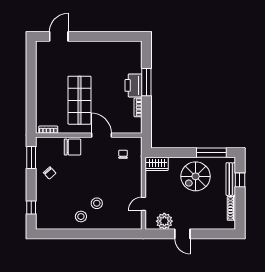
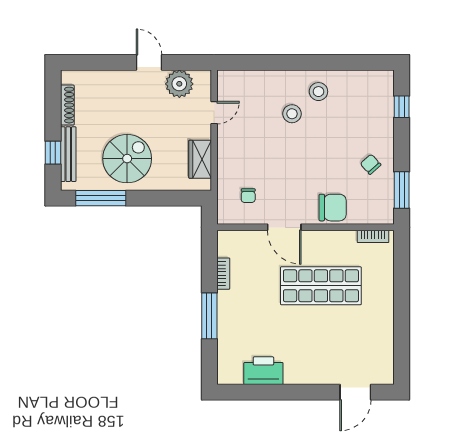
printer: (133, 85) -> (263, 371), moved, turned -90
shop shelf: (79, 100) -> (321, 286), turned 90
chair: (72, 147) -> (333, 208), turned 180
wardrobe: (157, 164) -> (200, 159), moved, turned -90

